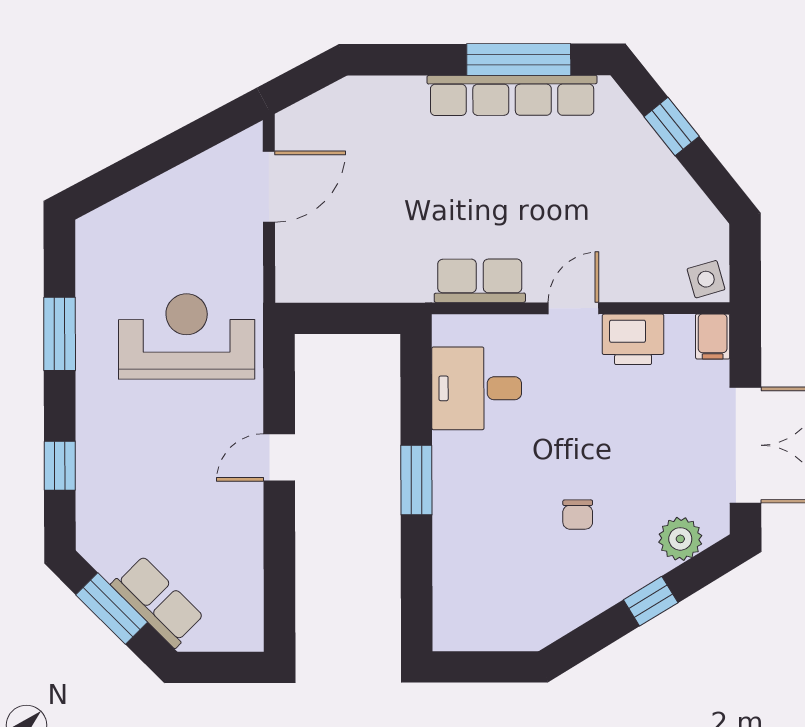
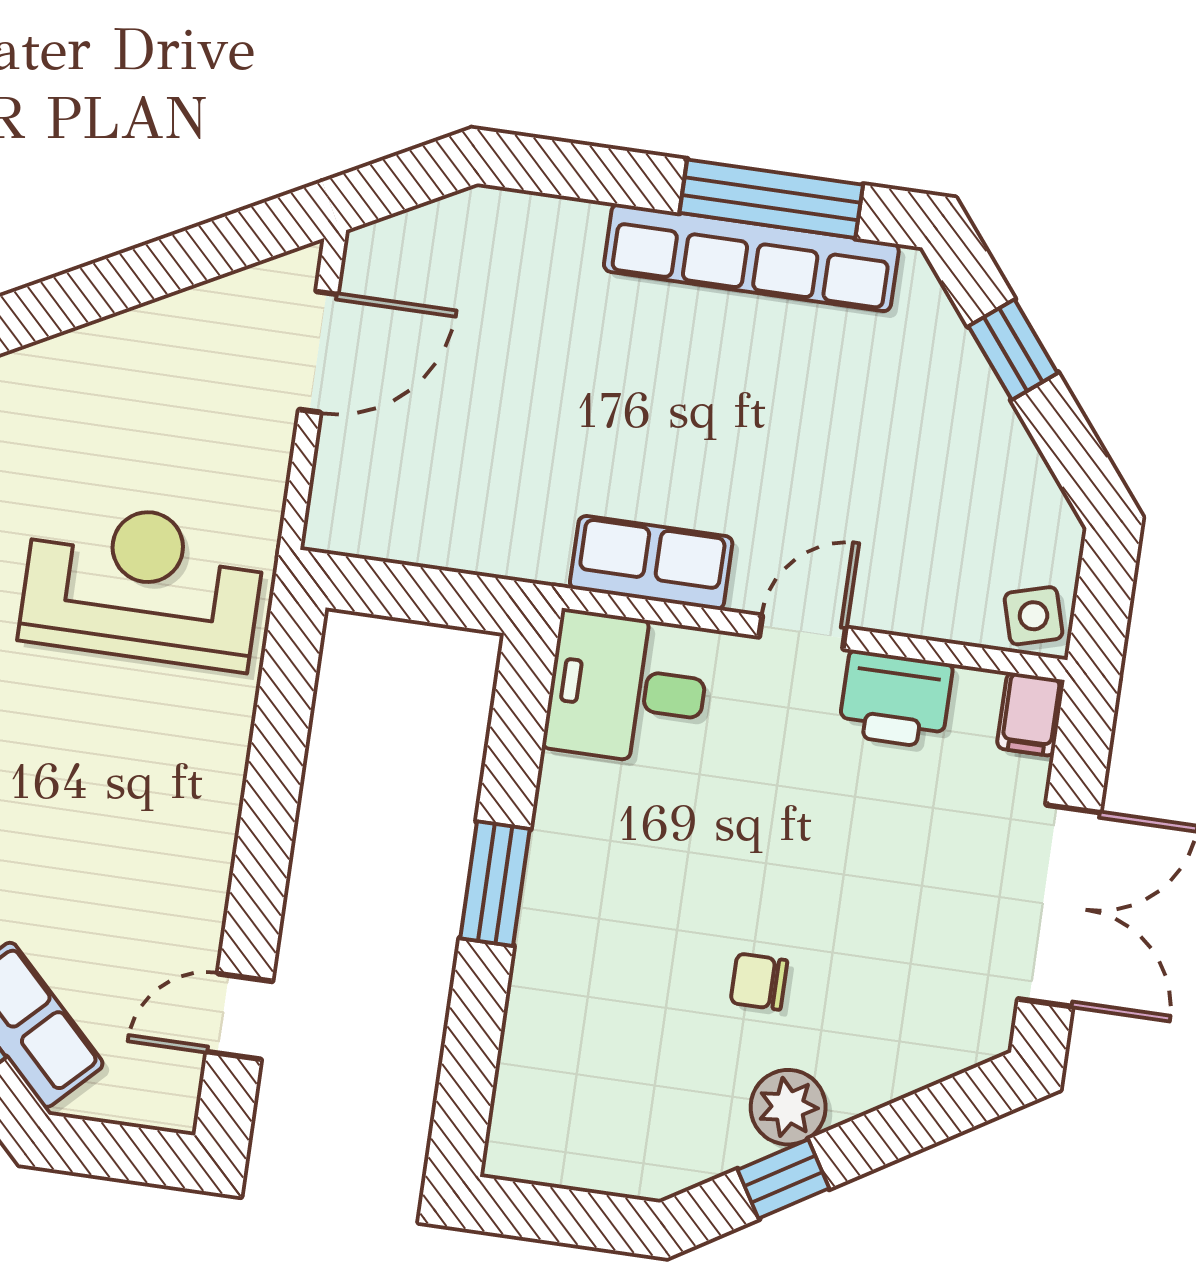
desk: (477, 388) -> (627, 689), moved
door: (279, 457) -> (239, 1016), moved
chair: (578, 515) -> (759, 982), turned 90
plant: (680, 539) -> (788, 1107), moved
window: (651, 601) -> (783, 1179), moved

